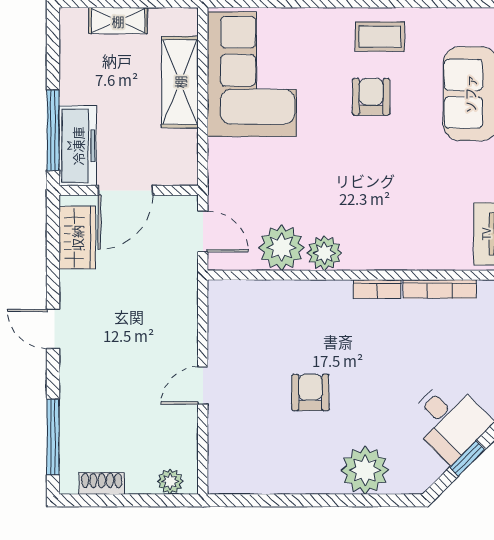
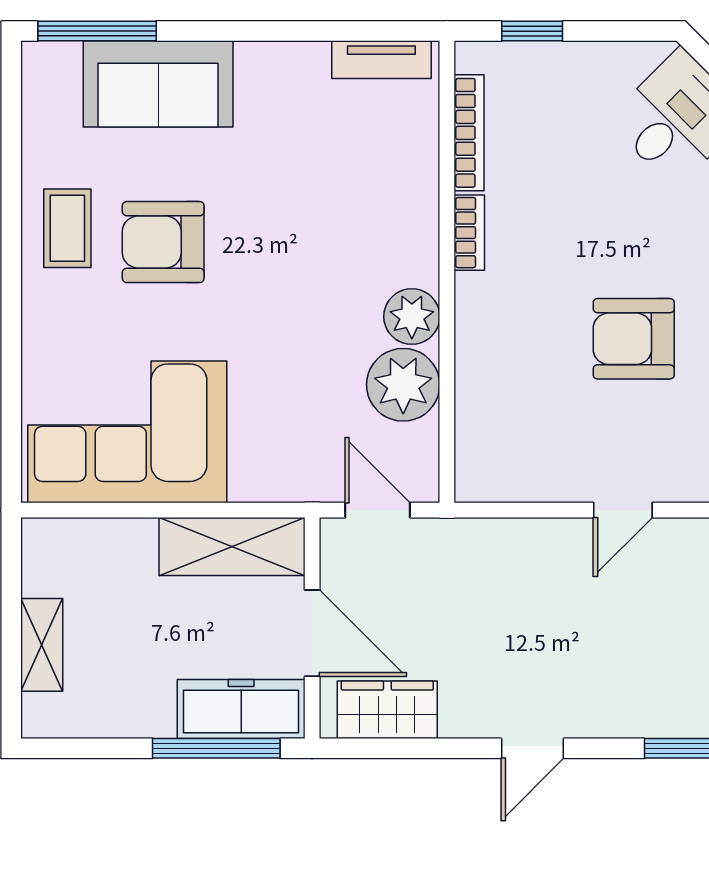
shelving: (180, 82) -> (232, 546), moved
armchair: (371, 97) -> (163, 242), width x1.38, depth x1.38
door: (203, 231) -> (377, 510), hinge flipped
door: (203, 386) -> (623, 510), hinge flipped
armchair: (310, 392) -> (634, 339), width x1.38, depth x1.38

